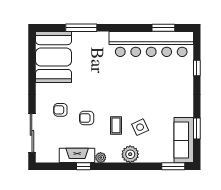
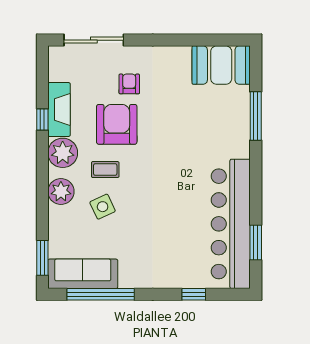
booth: (54, 57) -> (221, 65), width x0.73, depth x0.70
armchair: (87, 118) -> (117, 124), width x1.88, depth x1.88
window: (197, 128) -> (101, 294), width x2.11
plant: (101, 158) -> (63, 153), width x1.88, depth x1.88

